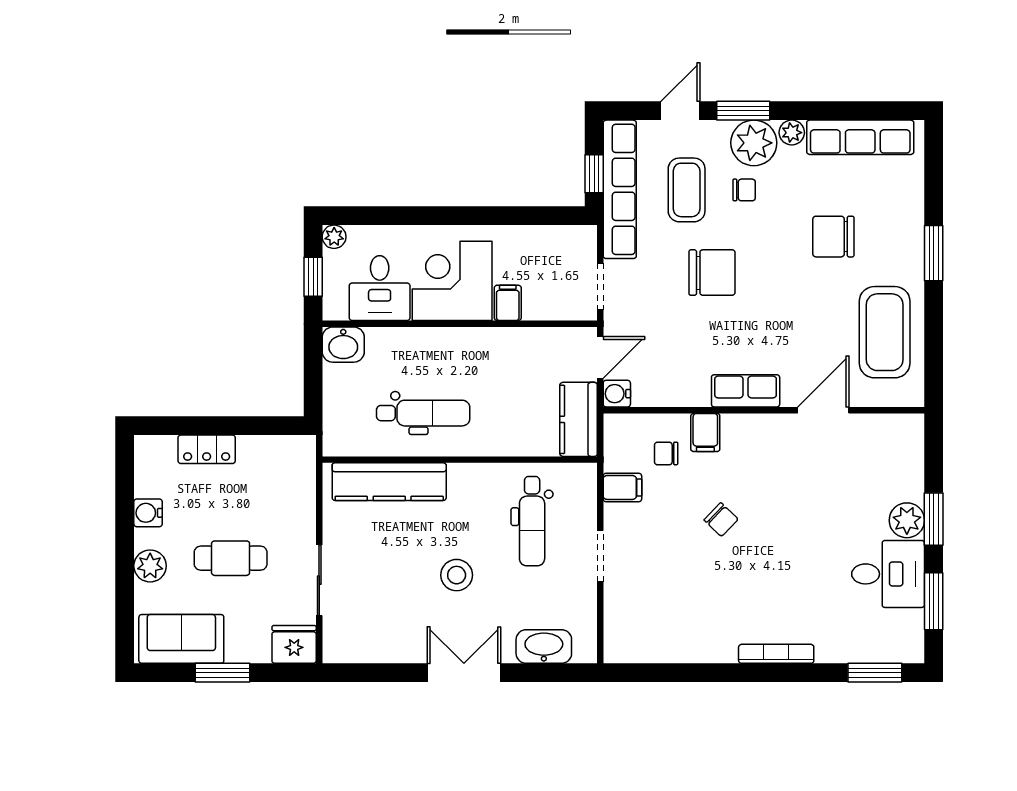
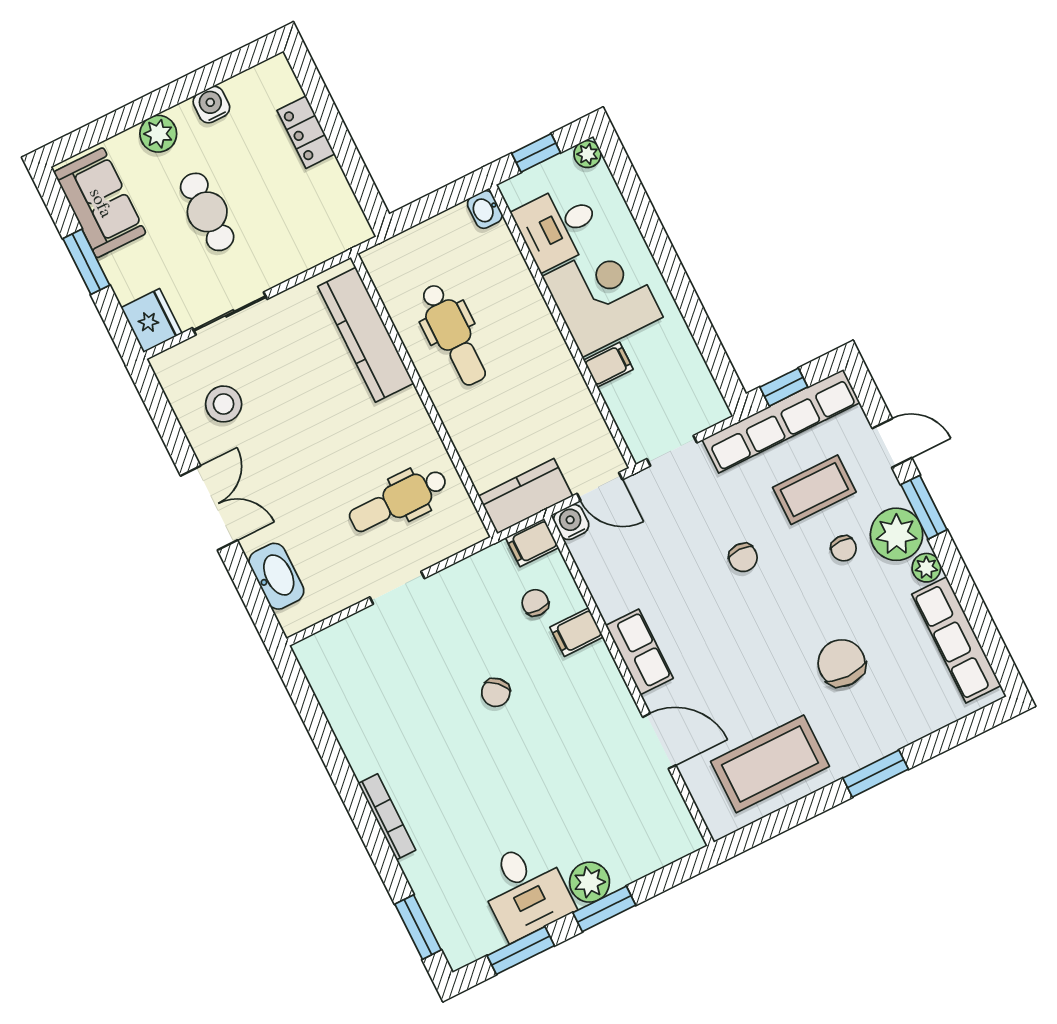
chair: (712, 273) -> (743, 557), width x0.54, depth x0.54
washbasin: (343, 345) -> (485, 209), width x0.72, depth x0.69
filing cabinet: (622, 487) -> (532, 543), moved, turned 90
stool: (457, 575) -> (224, 404), moved

